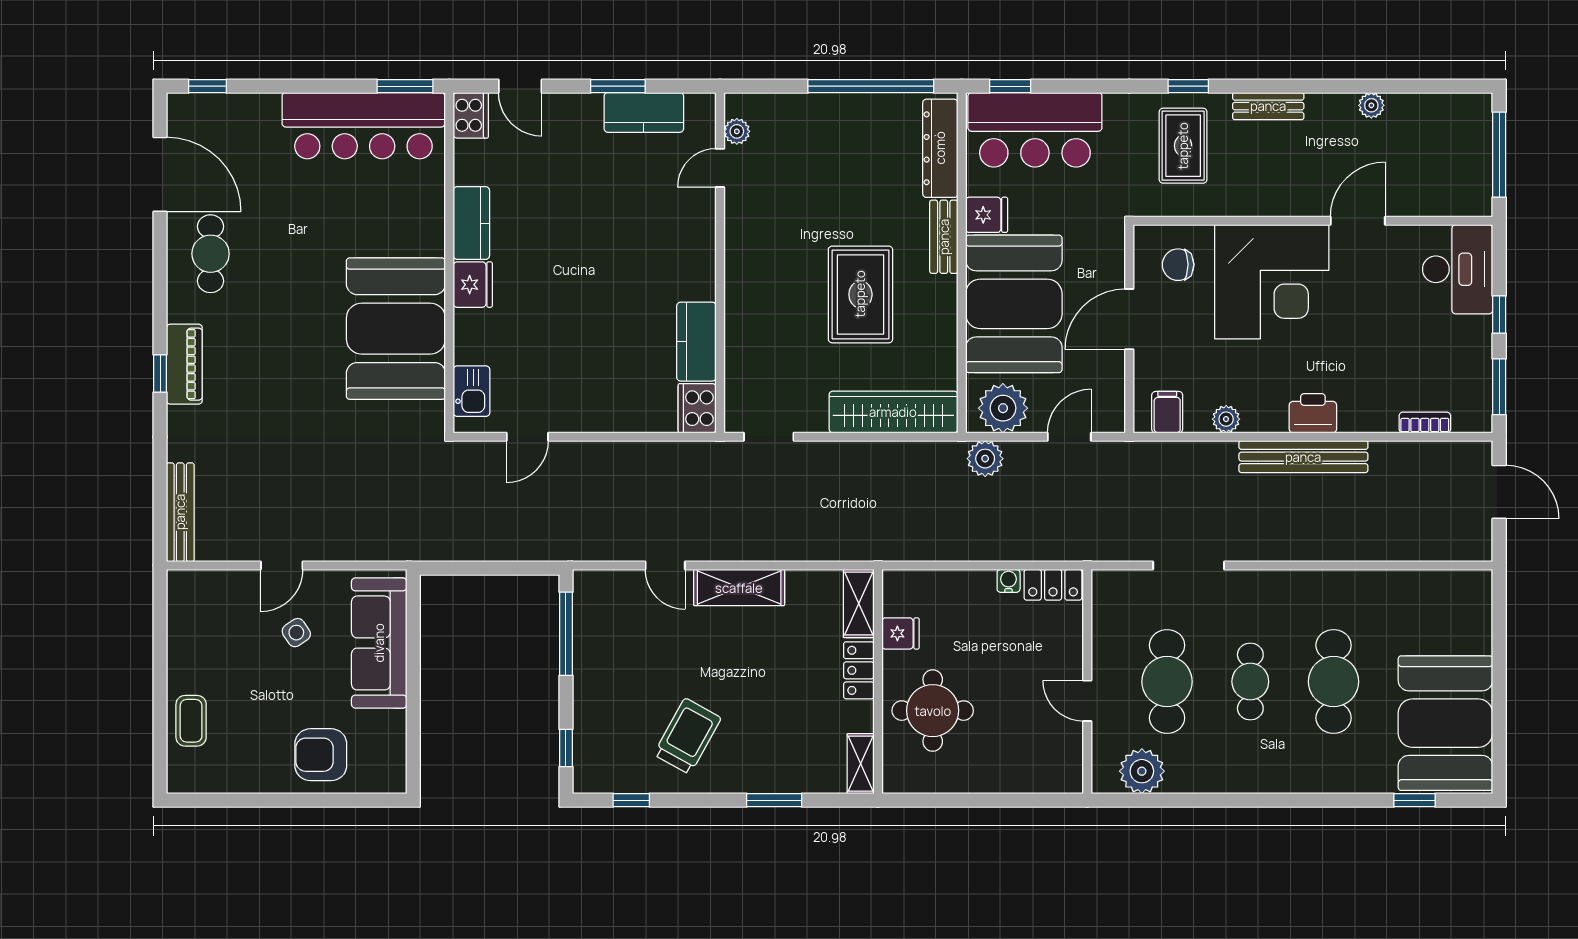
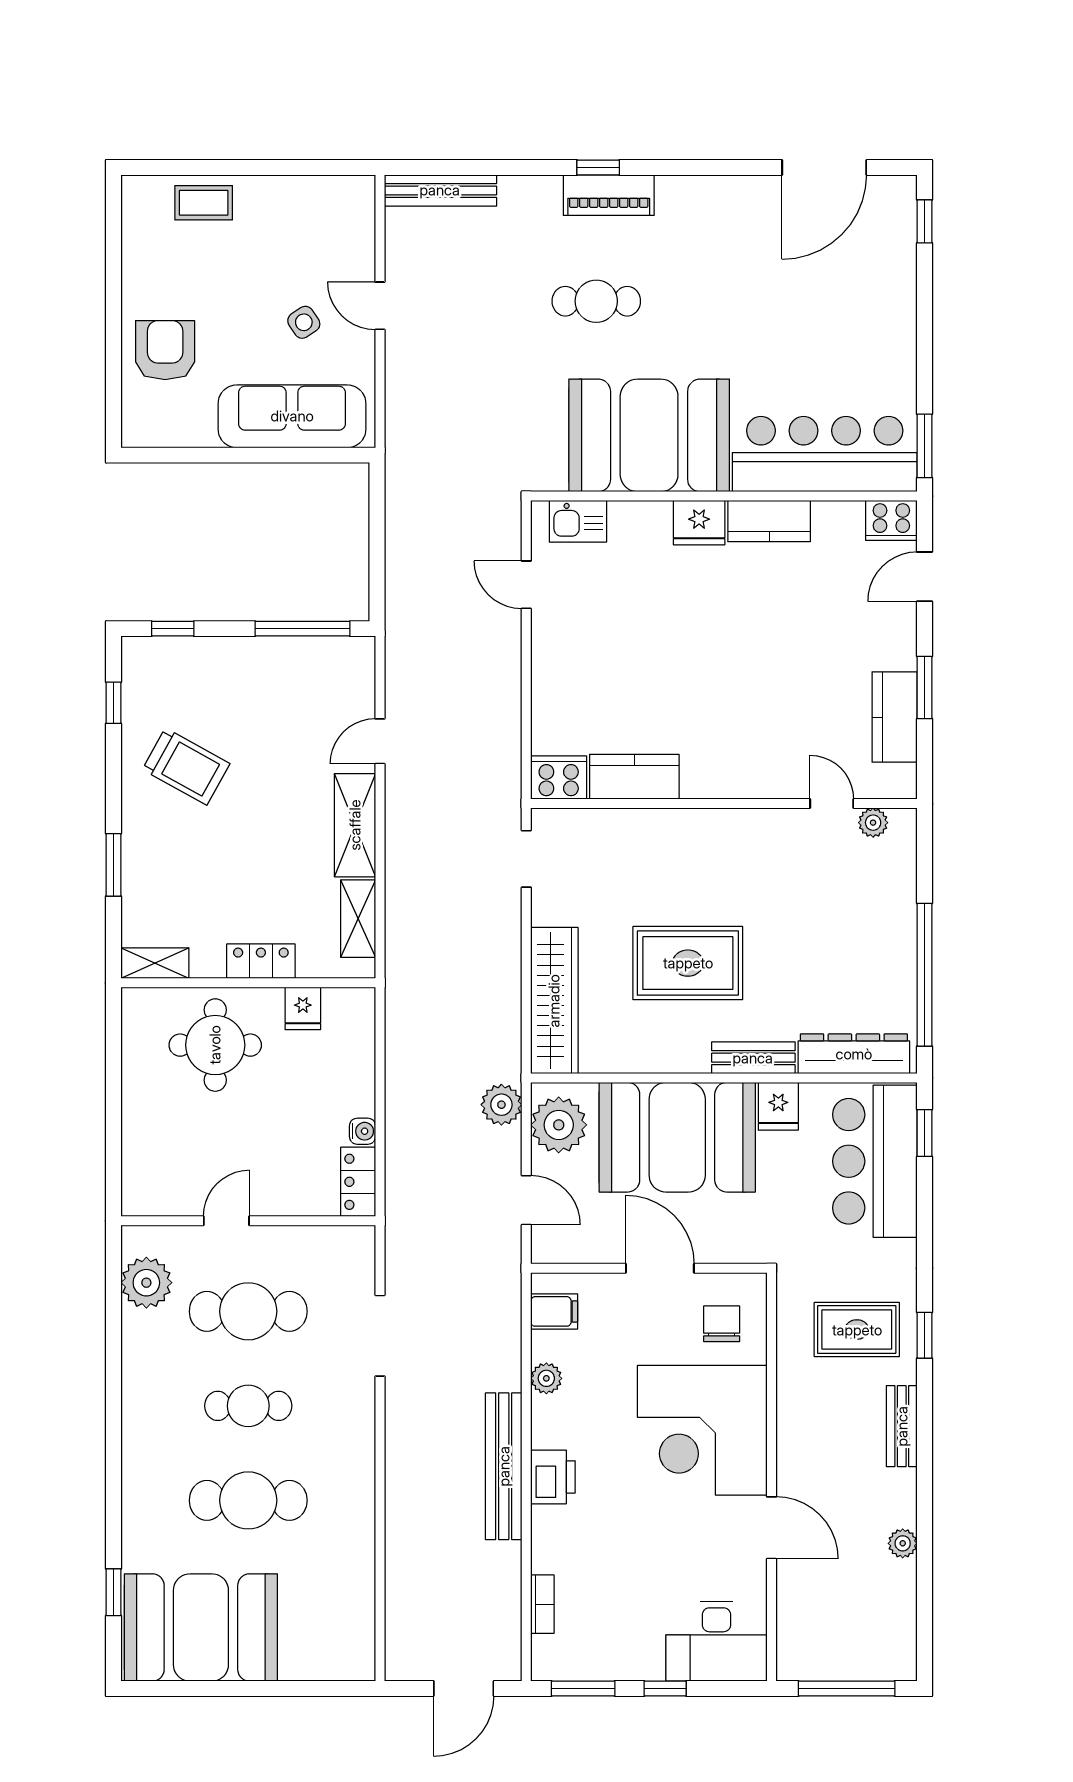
bar counter: (363, 126) -> (825, 454), moved, turned 90
cafe table: (211, 254) -> (596, 301), moved
shelving: (859, 604) -> (358, 919), moved, turned 90

